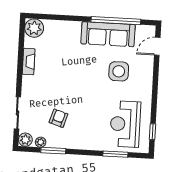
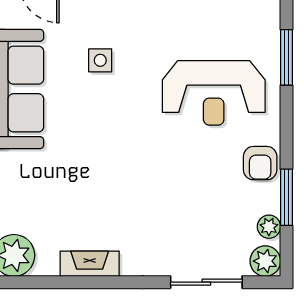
side table: (119, 71) -> (100, 60), width x0.54, depth x0.54
armchair: (58, 118) -> (260, 163), moved, turned -107
reception desk: (125, 124) -> (214, 93), moved

